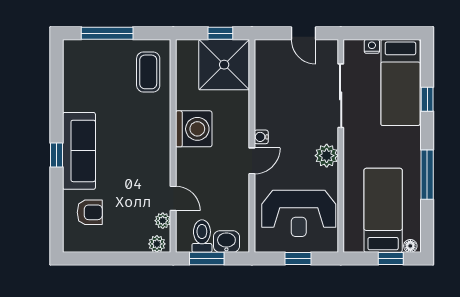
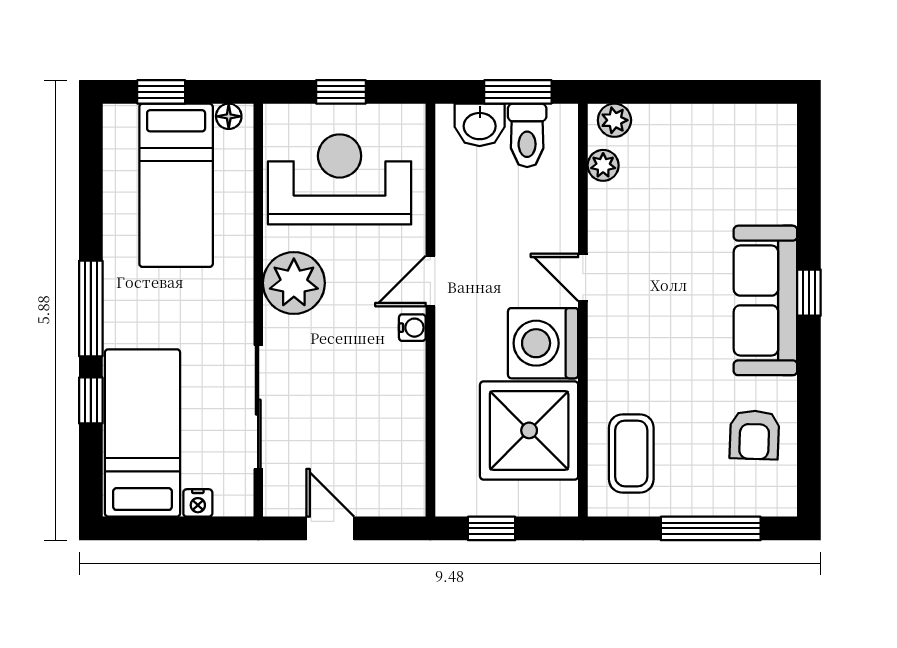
shower: (224, 65) -> (529, 430), moved
plant: (327, 156) -> (294, 283), width x1.36, depth x1.36
window: (427, 175) -> (91, 308), moved
door: (173, 198) -> (583, 277), moved
armchair: (90, 212) -> (754, 435), moved, turned -88
floor lamp: (410, 246) -> (229, 116), moved

